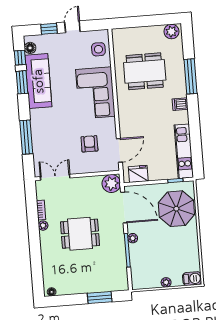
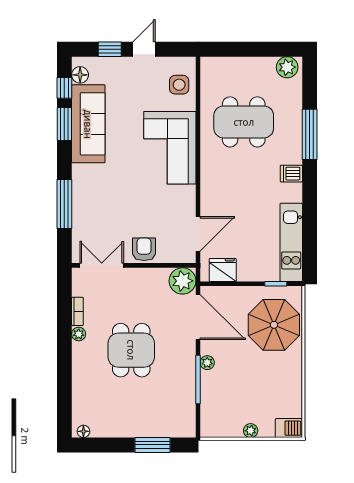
armchair: (89, 144) -> (144, 249), moved
dining table: (80, 234) -> (131, 350), turned 90

